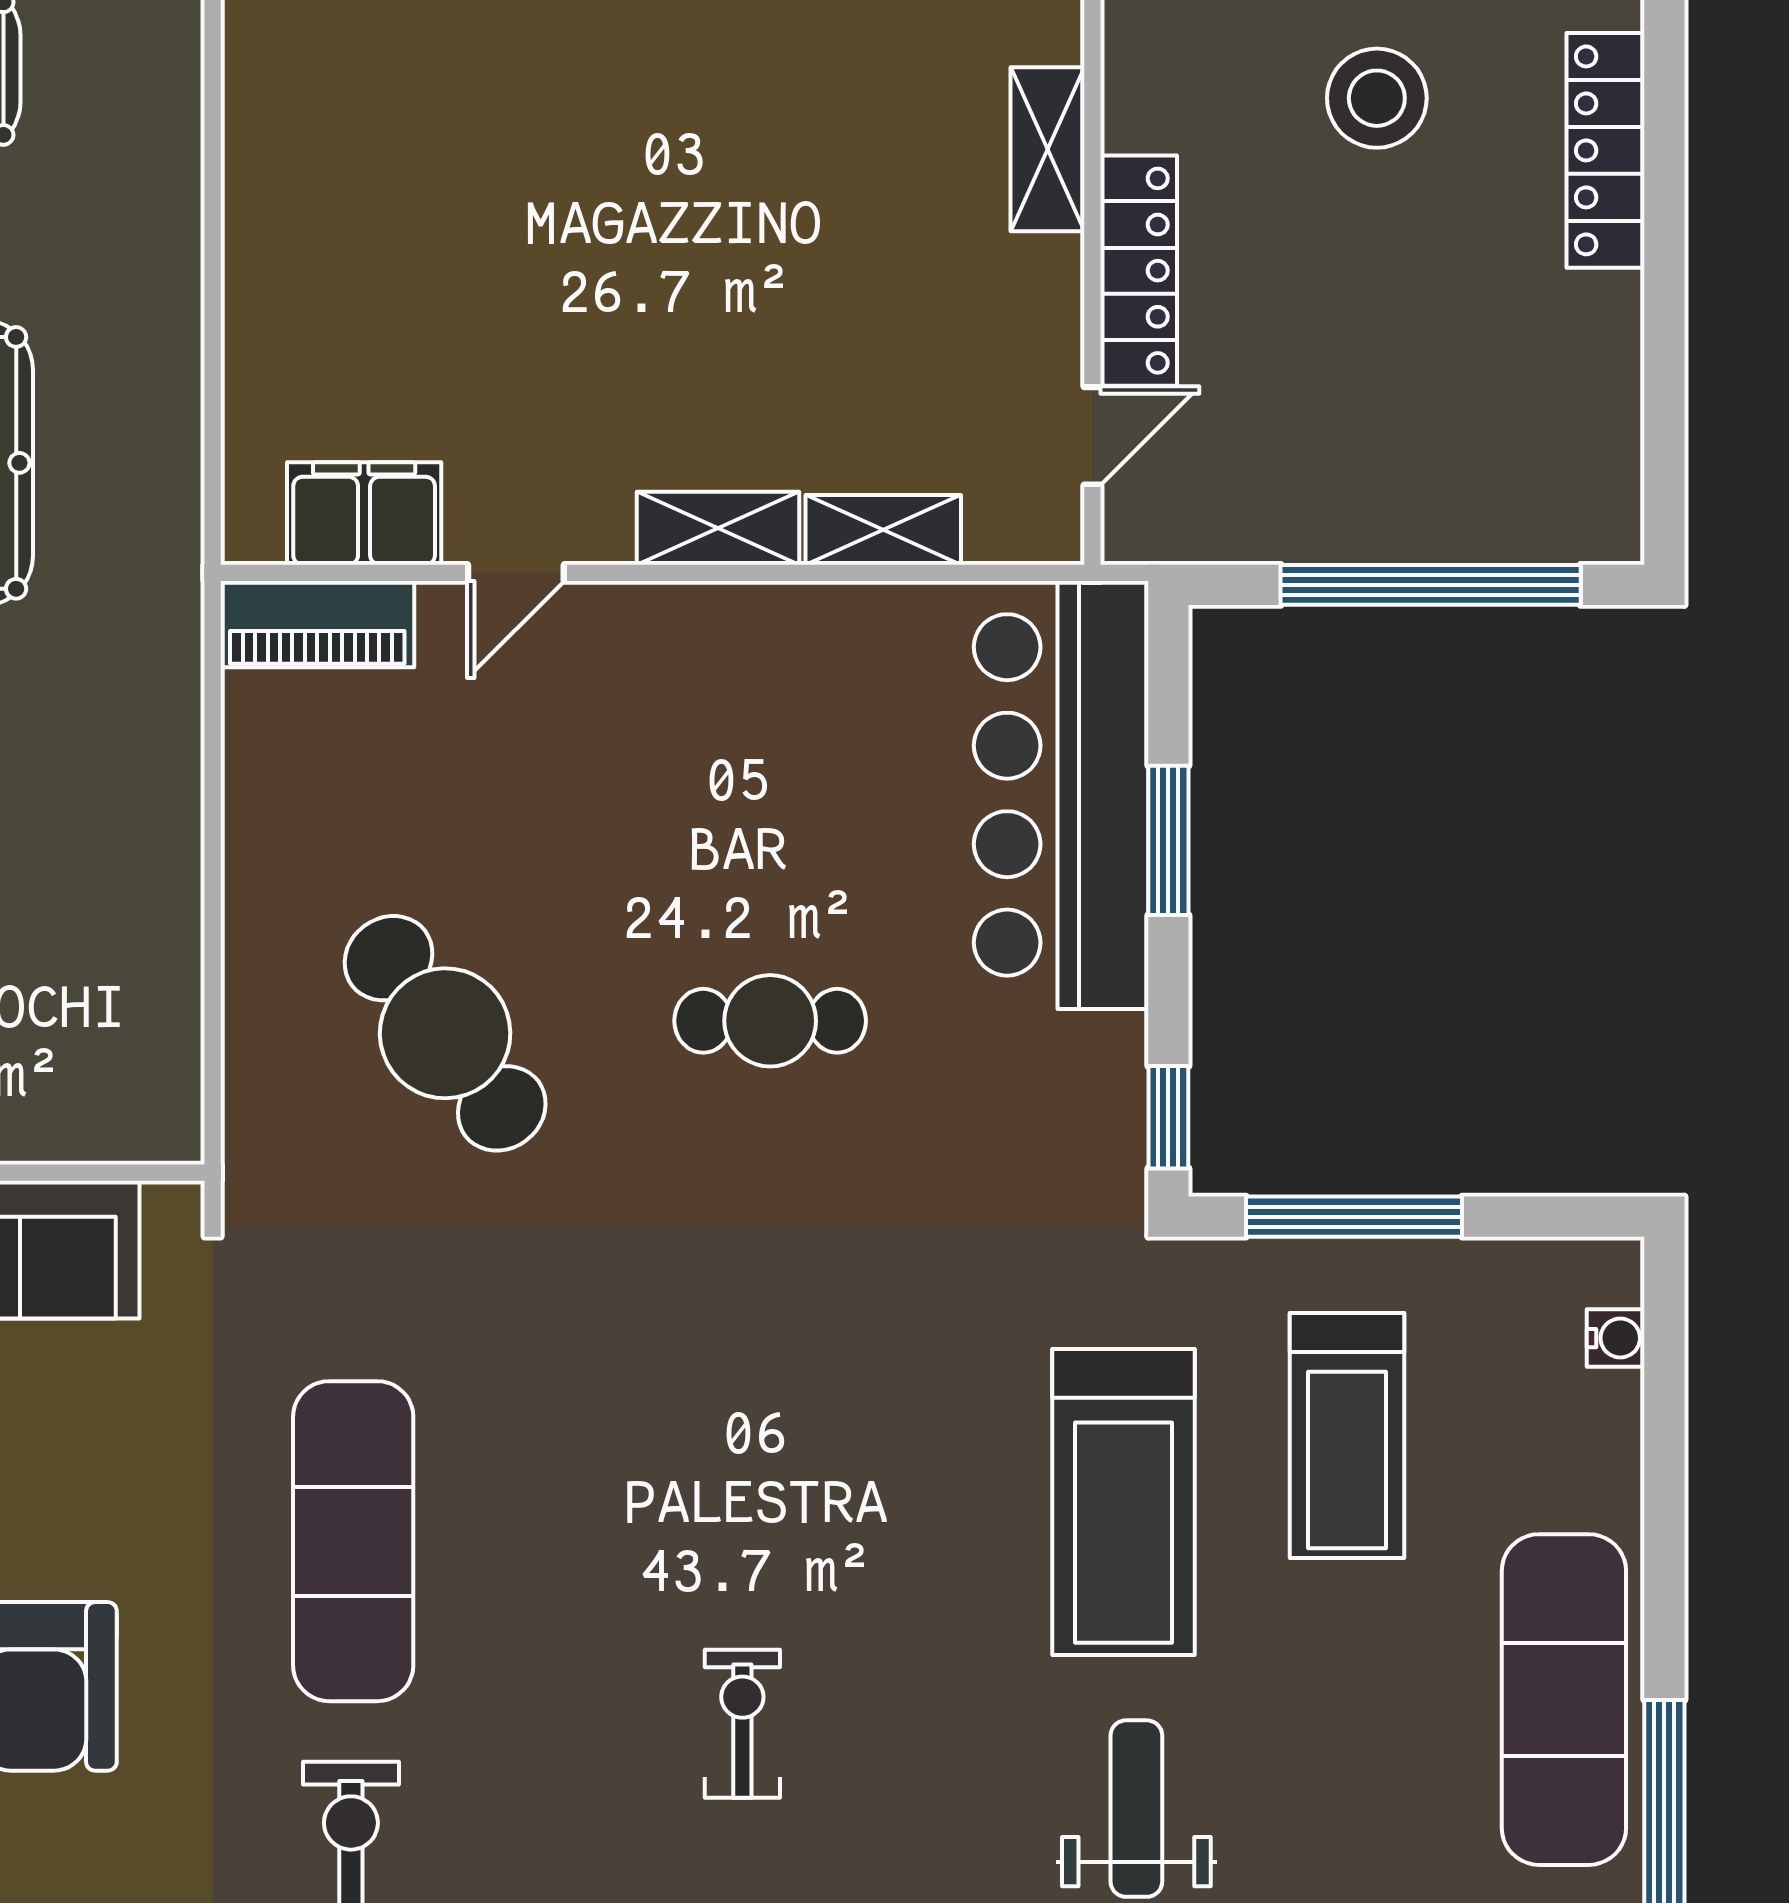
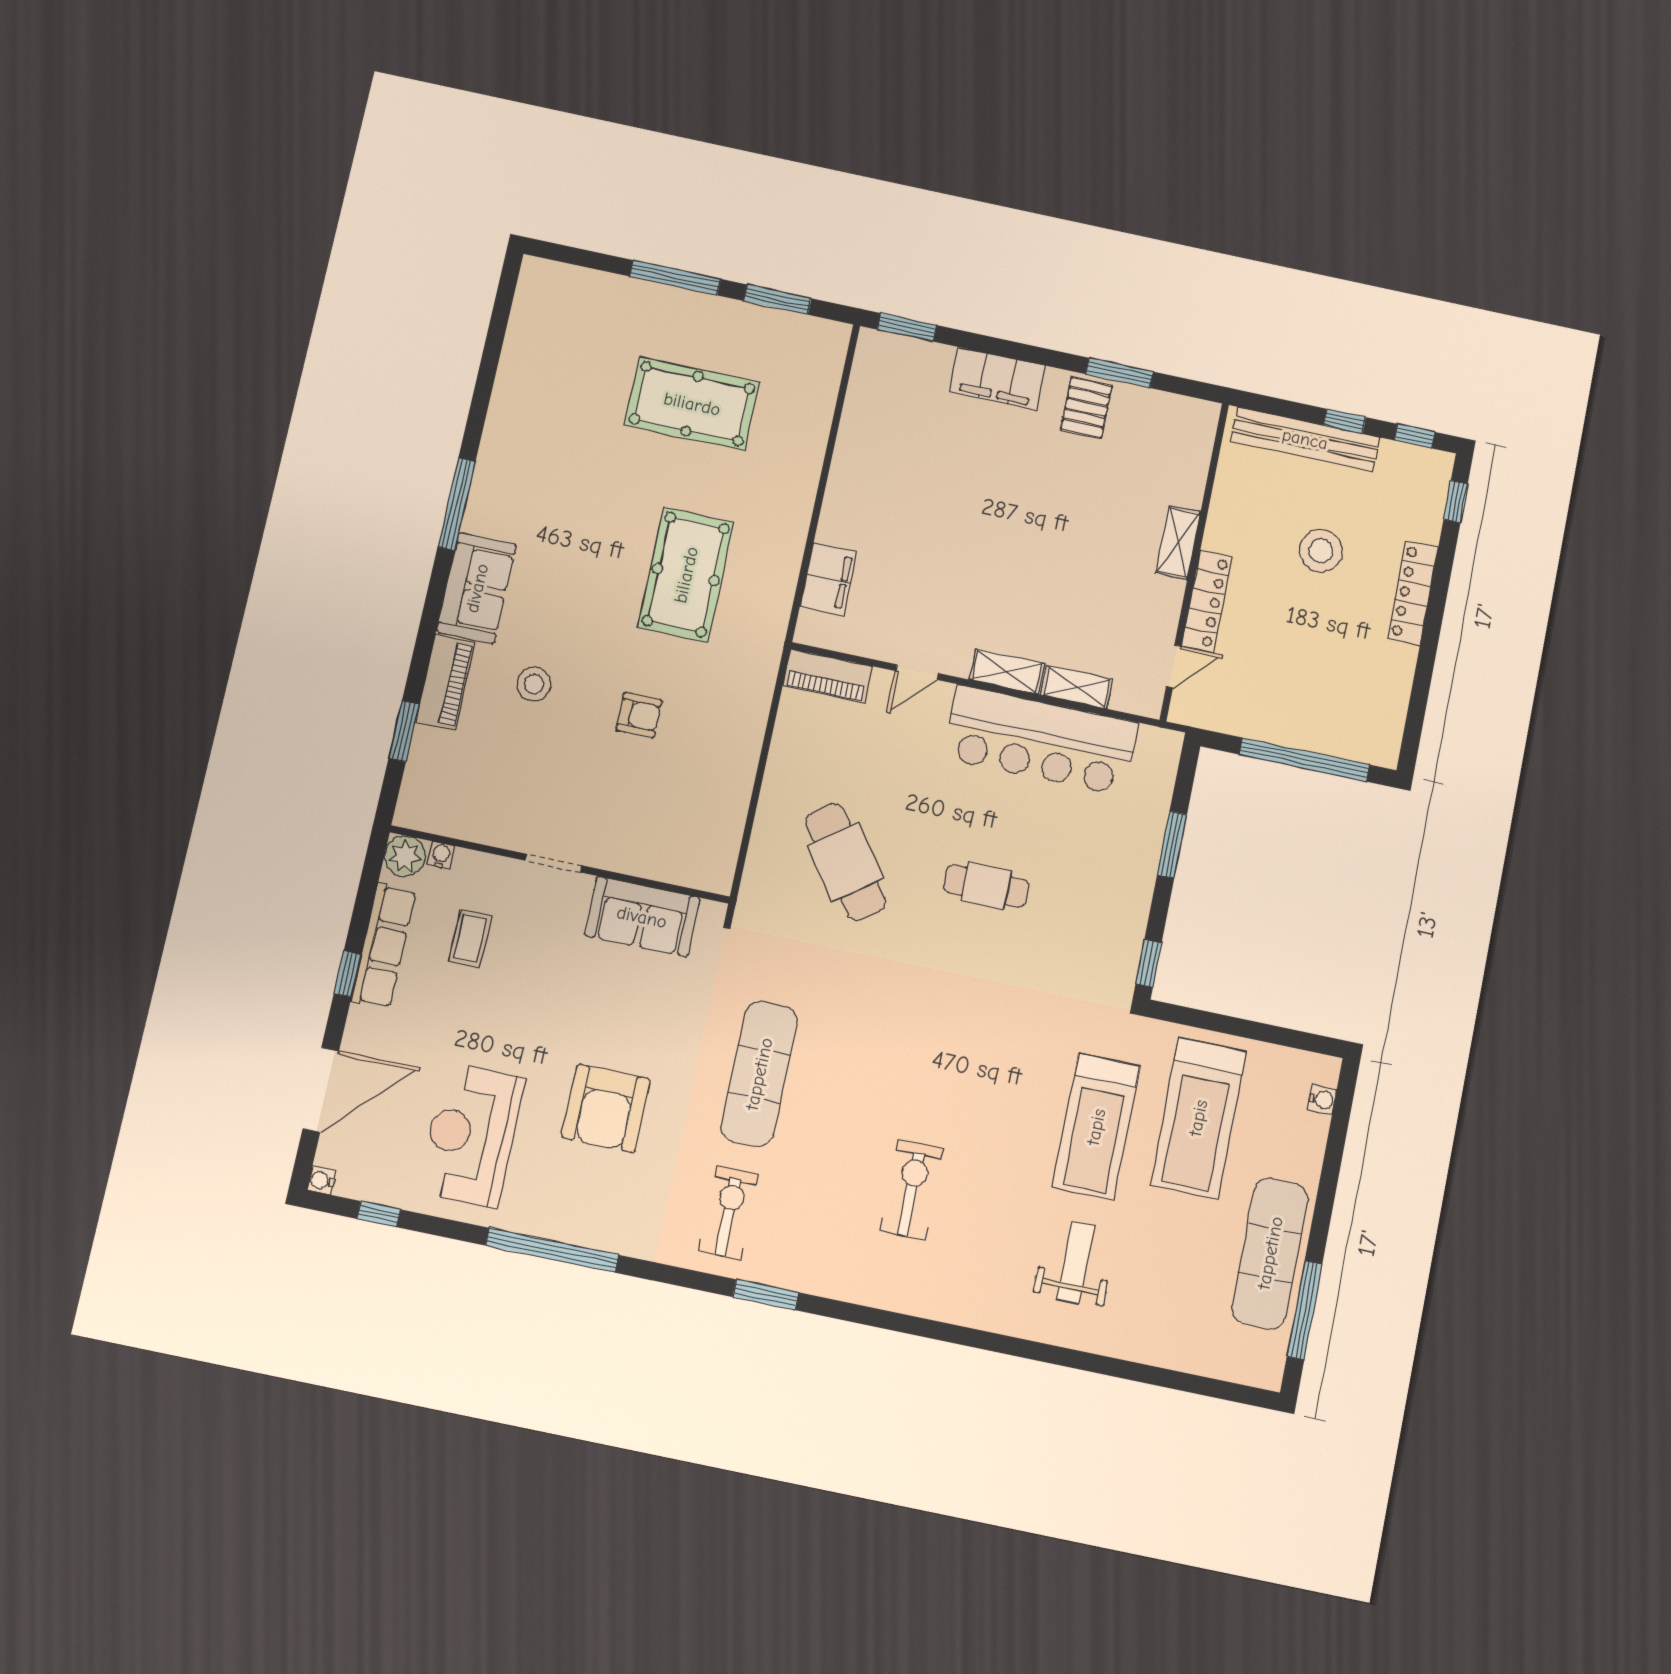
filing cabinet: (364, 513) -> (828, 579), moved, turned 90
bar counter: (1061, 795) -> (1040, 740), moved, turned -90
window: (1354, 1217) -> (1220, 1023), removed
treadmill: (1347, 1435) -> (1198, 1118), width x1.37, depth x1.38
exercise bike: (742, 1724) -> (911, 1189), width x1.38, depth x1.39

